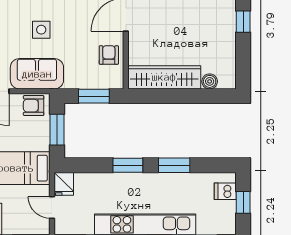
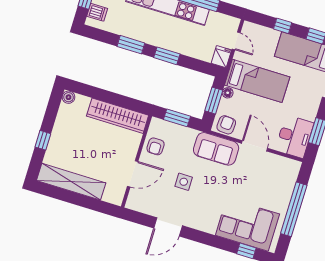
side table: (41, 30) -> (184, 182), moved
boiler: (210, 81) -> (68, 97), moved
armchair: (34, 106) -> (226, 125), turned -86
floor lamp: (43, 144) -> (228, 93), added

